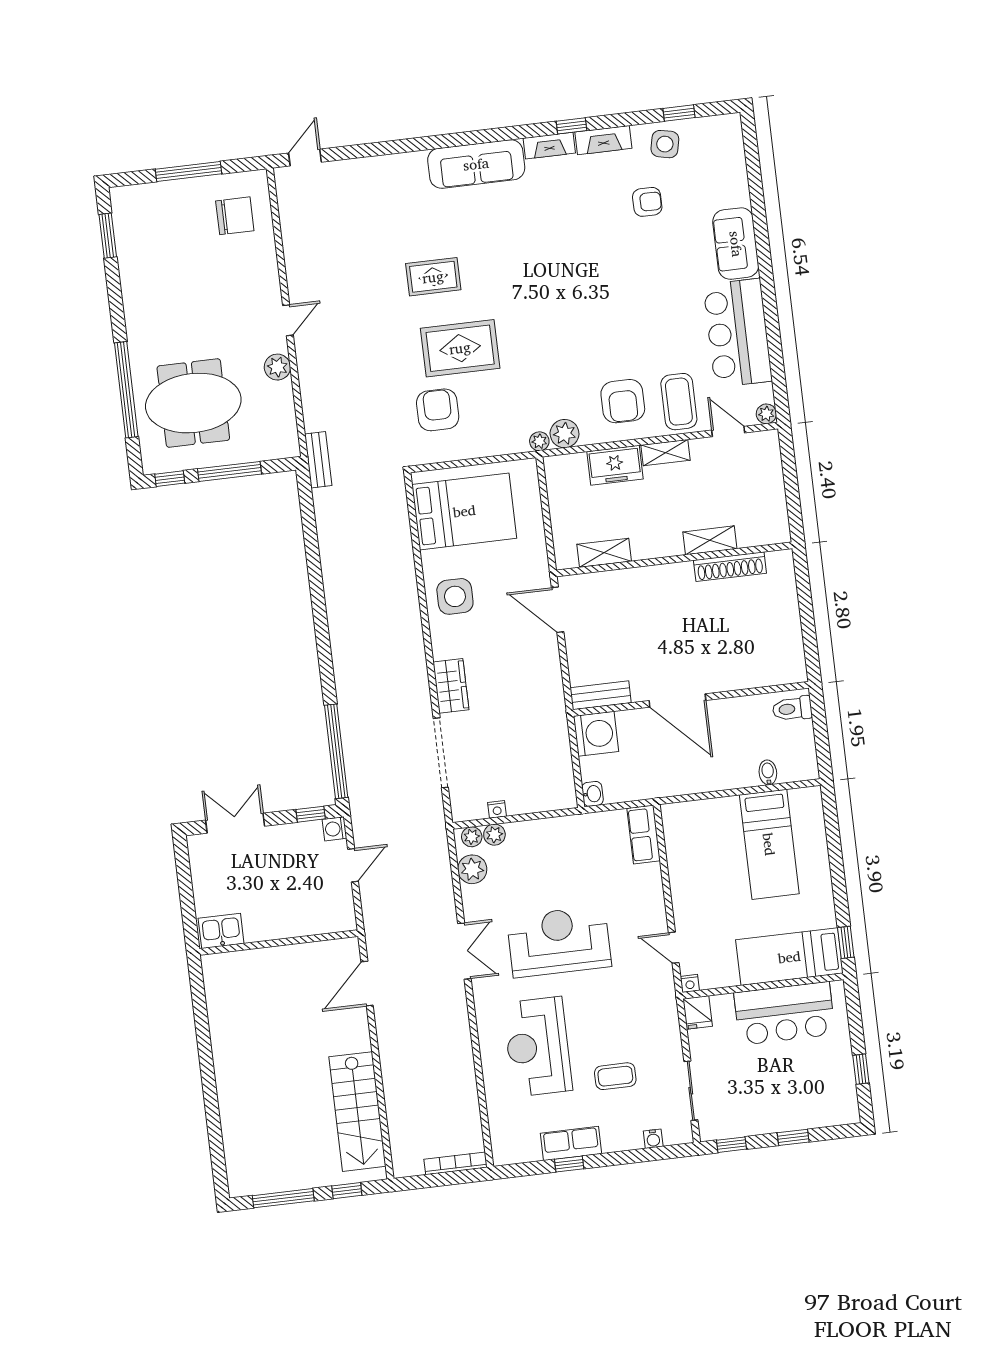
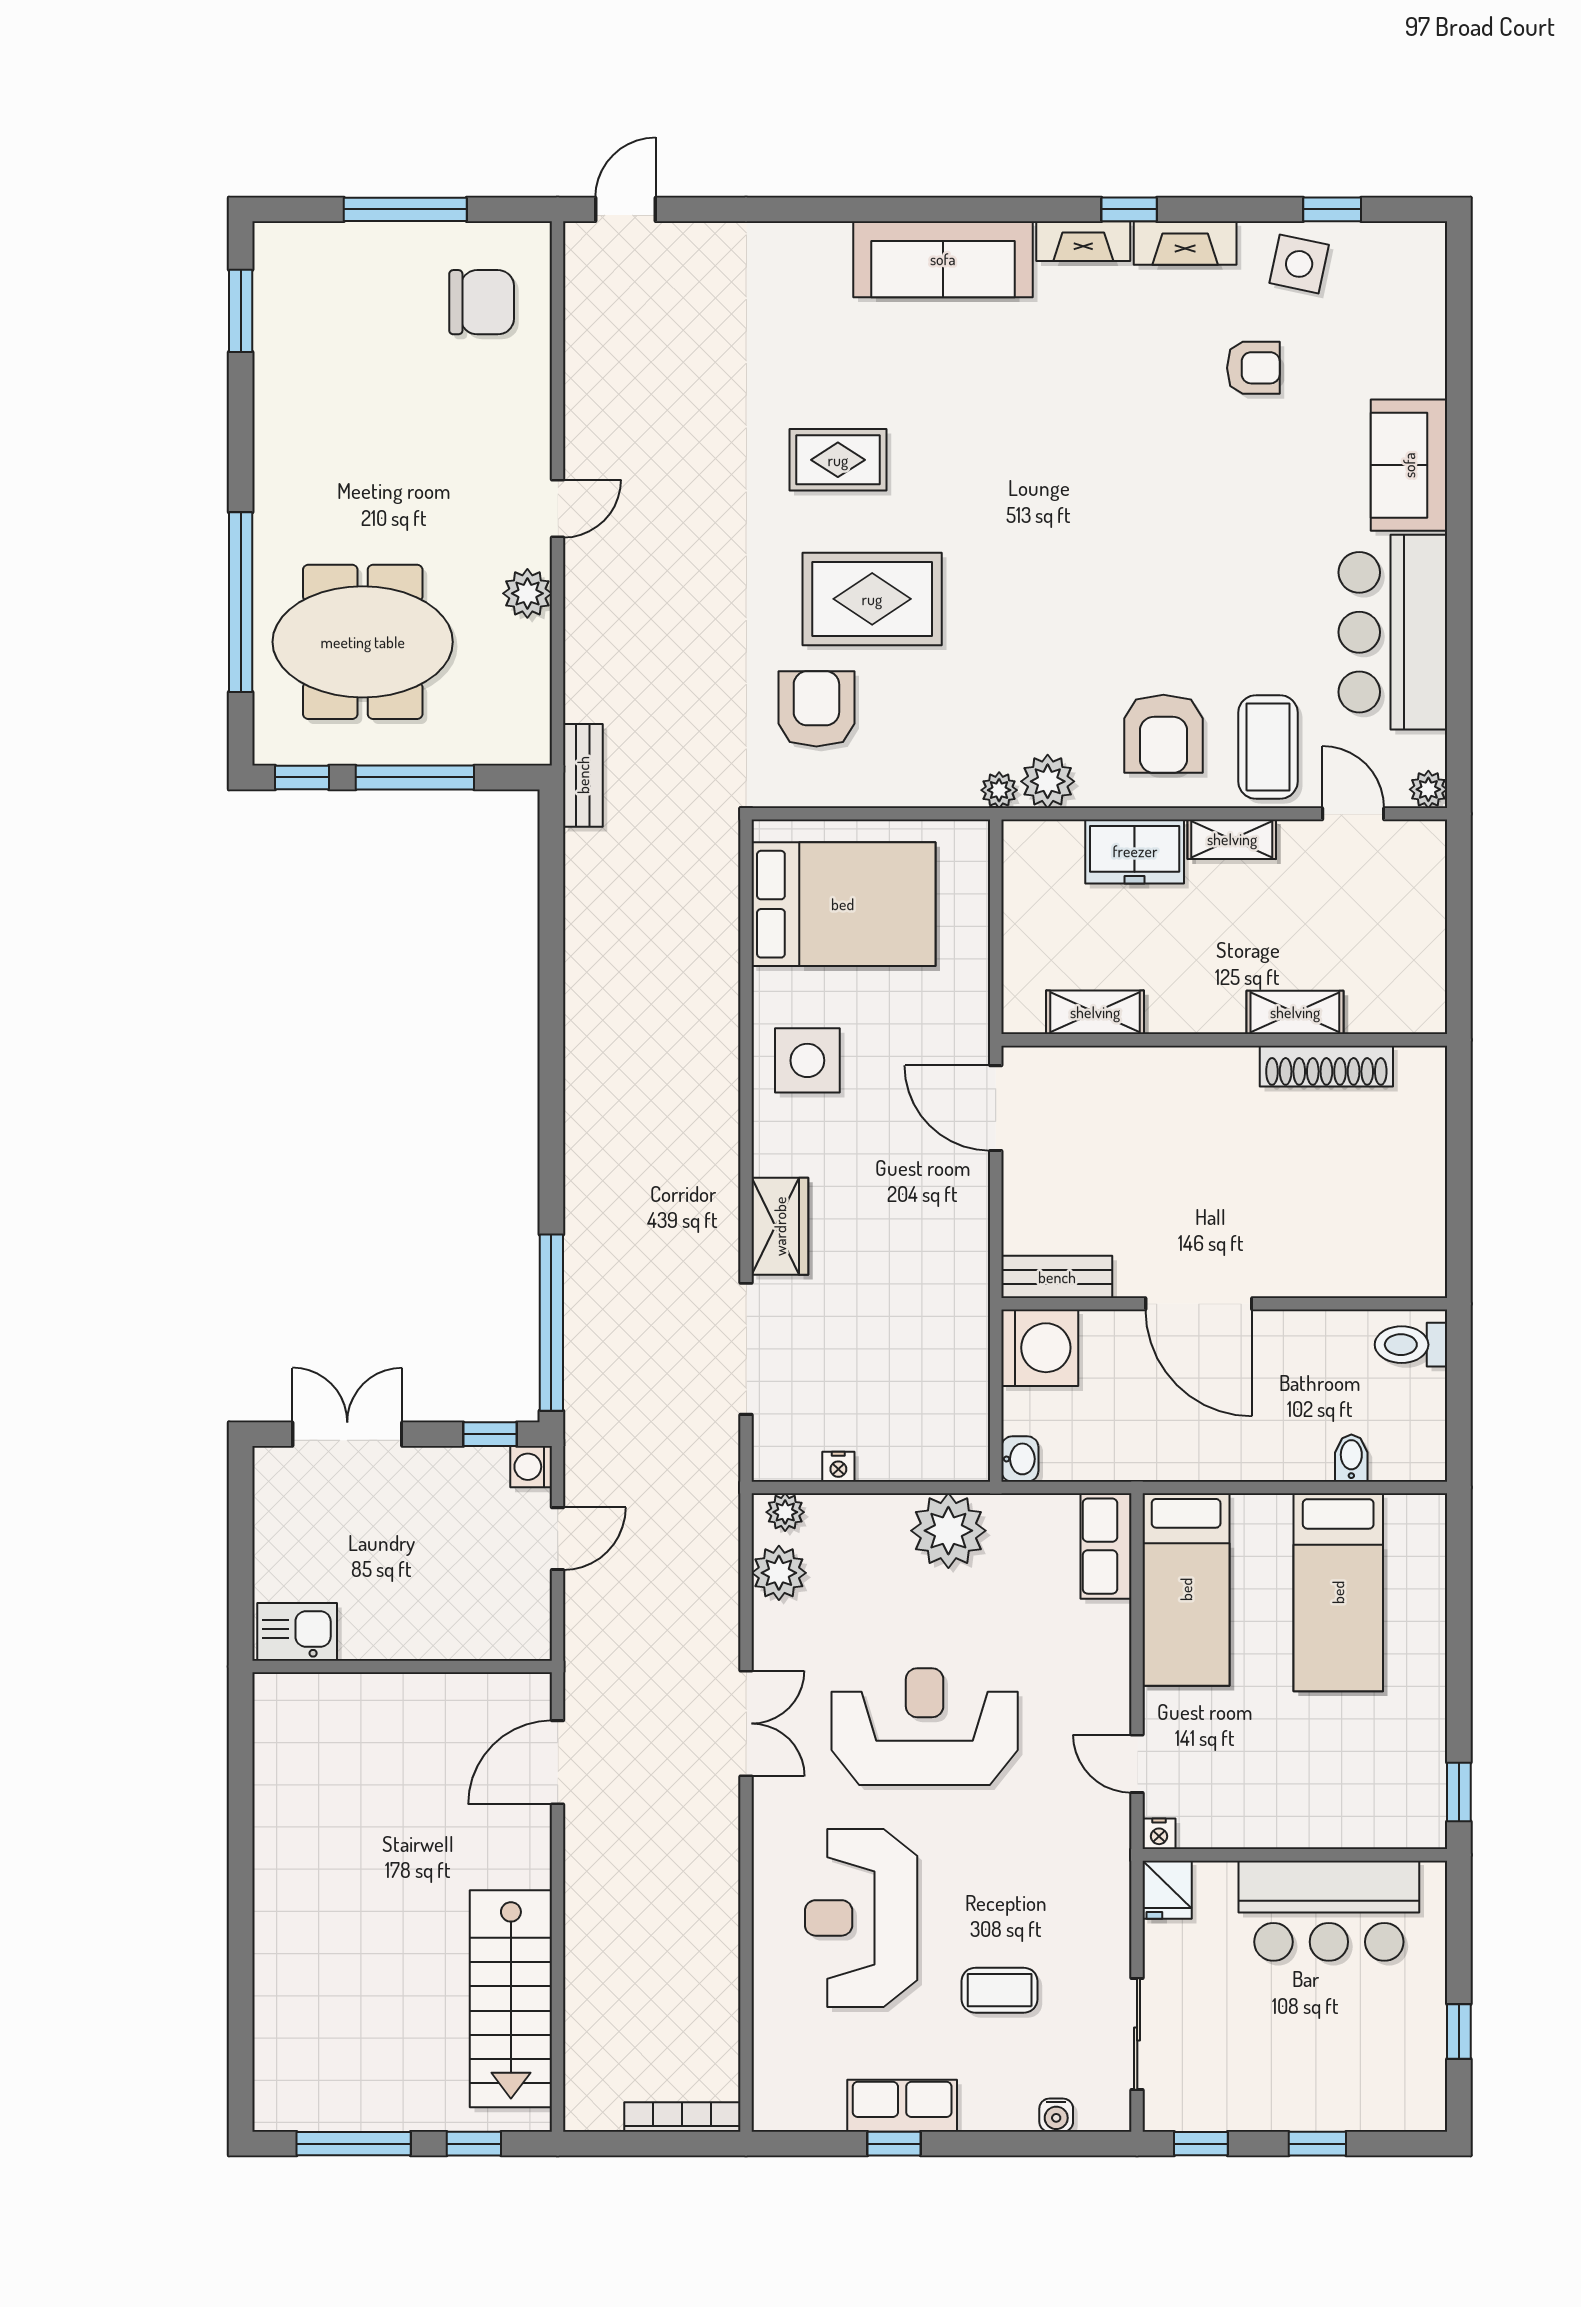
plant: (494, 835) -> (948, 1531), moved, width x1.87, depth x1.87
bed: (789, 957) -> (1186, 1589), moved, turned -90

